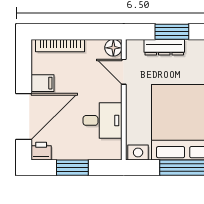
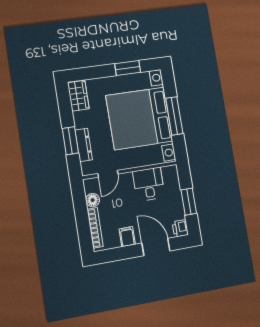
floor lamp: (113, 48) -> (93, 200), moved
door: (24, 117) -> (156, 247), width x0.73

